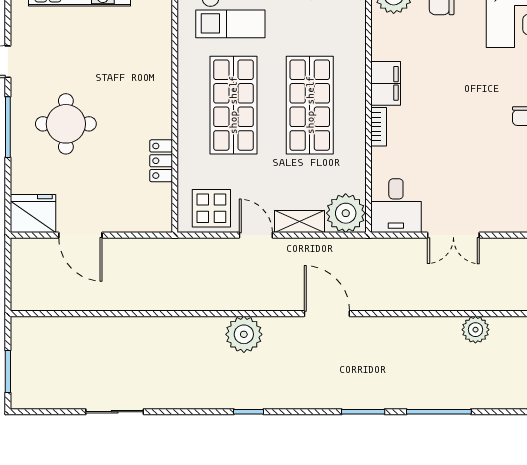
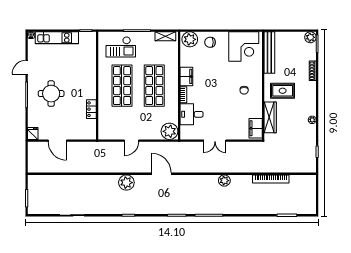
desk: (396, 206) -> (192, 114), moved, turned 90
display table: (211, 208) -> (113, 129), removed
fridge: (33, 213) -> (33, 133), width x0.53, depth x0.75
shelving: (300, 221) -> (150, 135), removed
door: (256, 235) -> (131, 141), swing flipped

